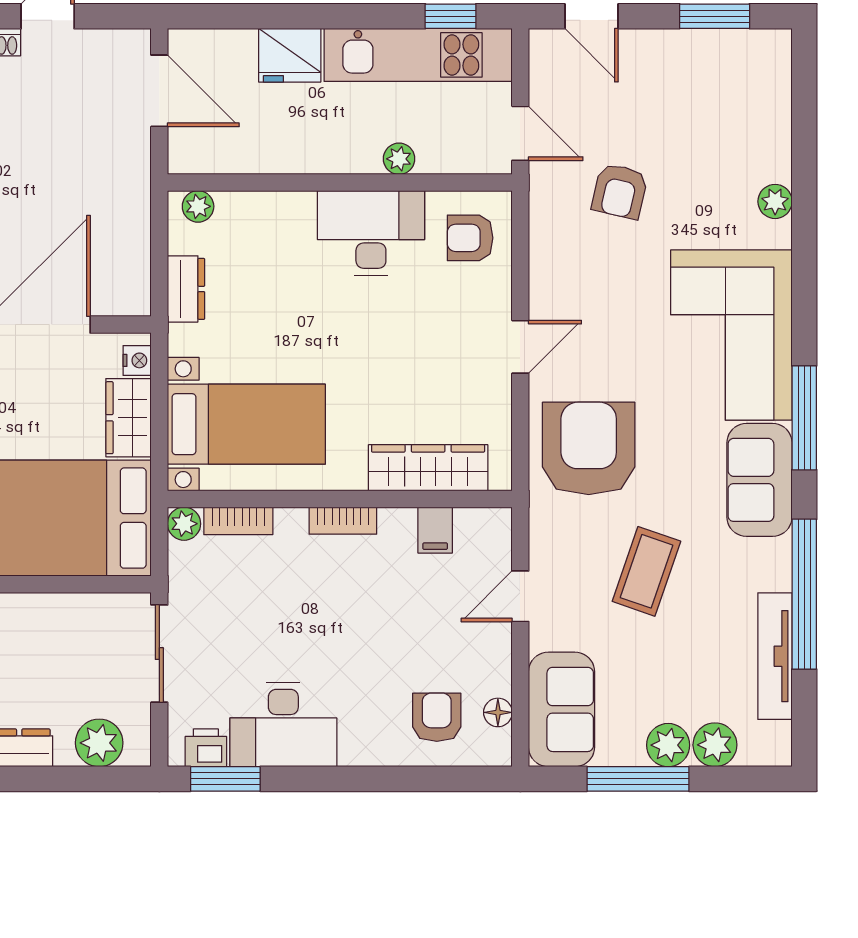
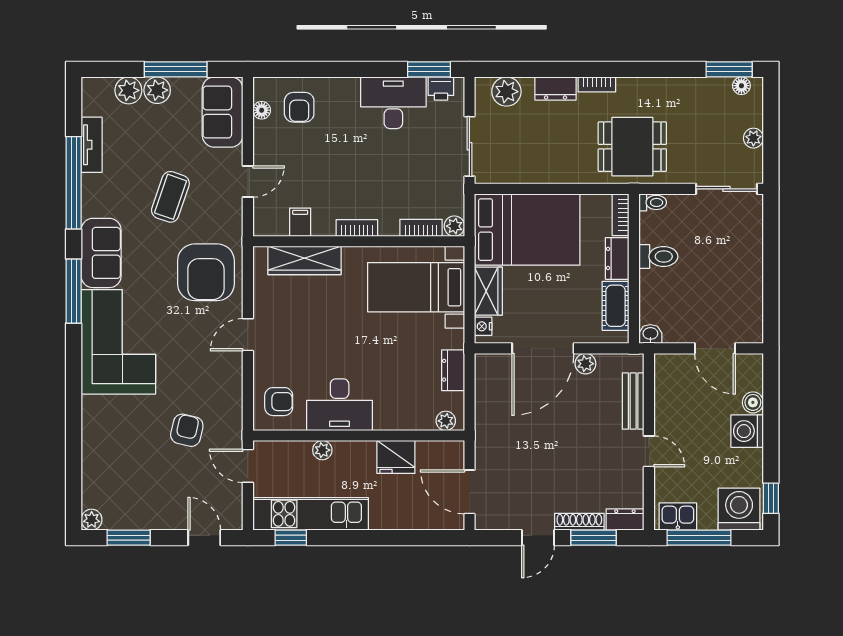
fridge: (290, 55) -> (396, 457), moved, turned 180
plant: (775, 201) -> (92, 520), moved
tv unit: (775, 656) -> (92, 145), width x0.71

